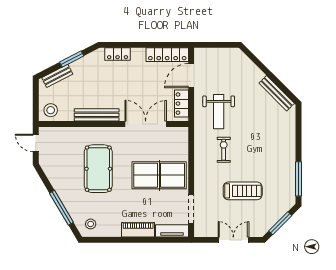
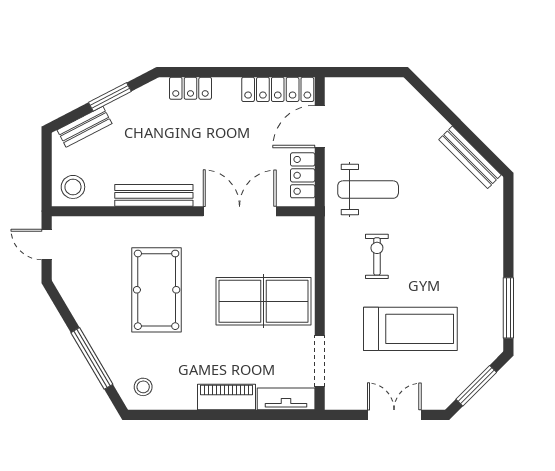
weight bench: (219, 112) -> (368, 190), turned -90
treadmill: (243, 191) -> (410, 329), width x1.37, depth x1.38

